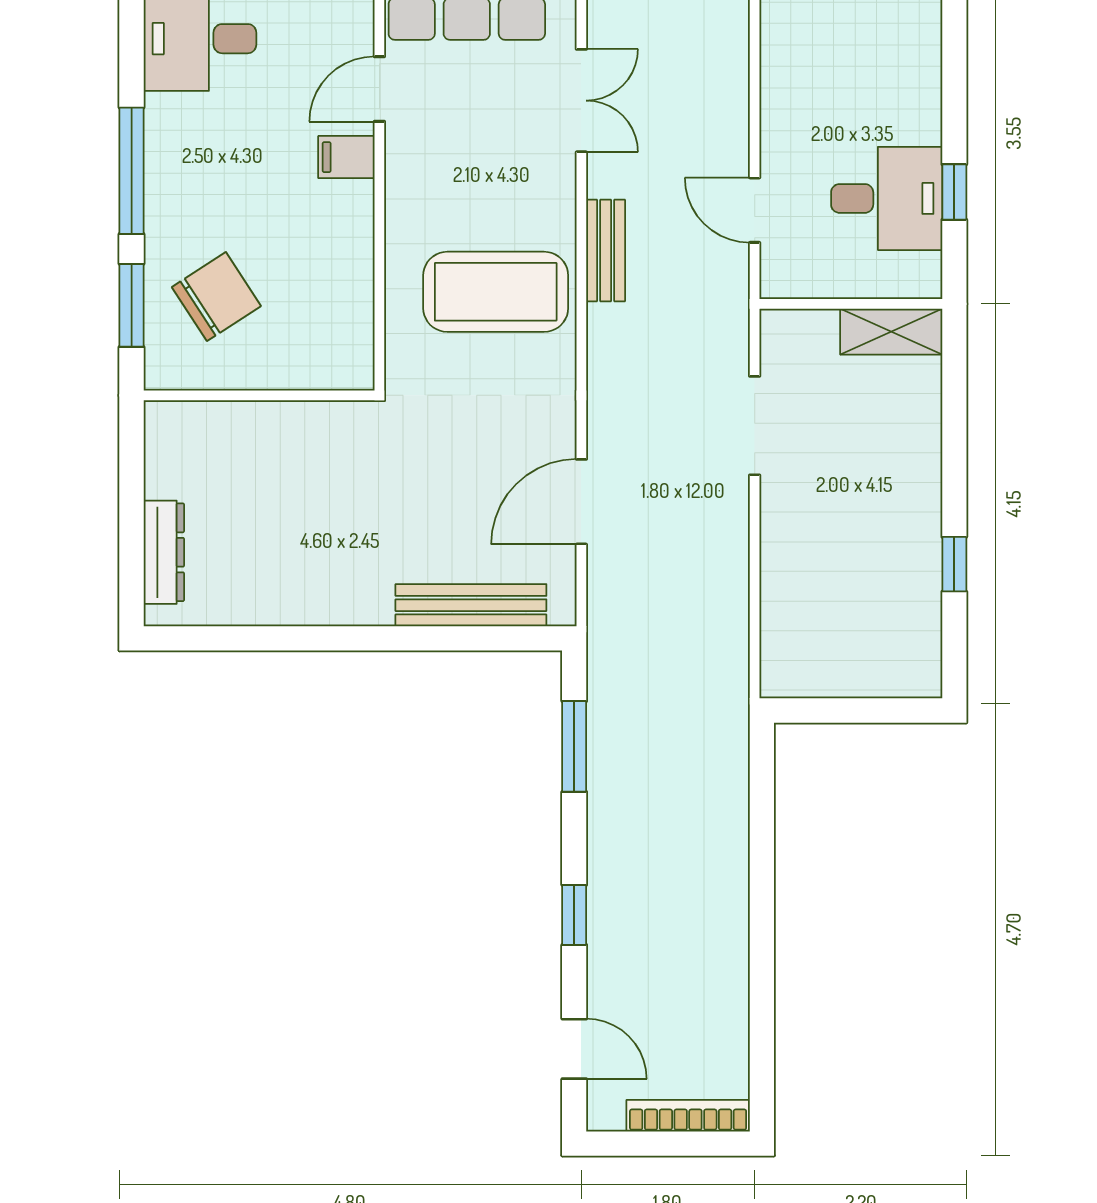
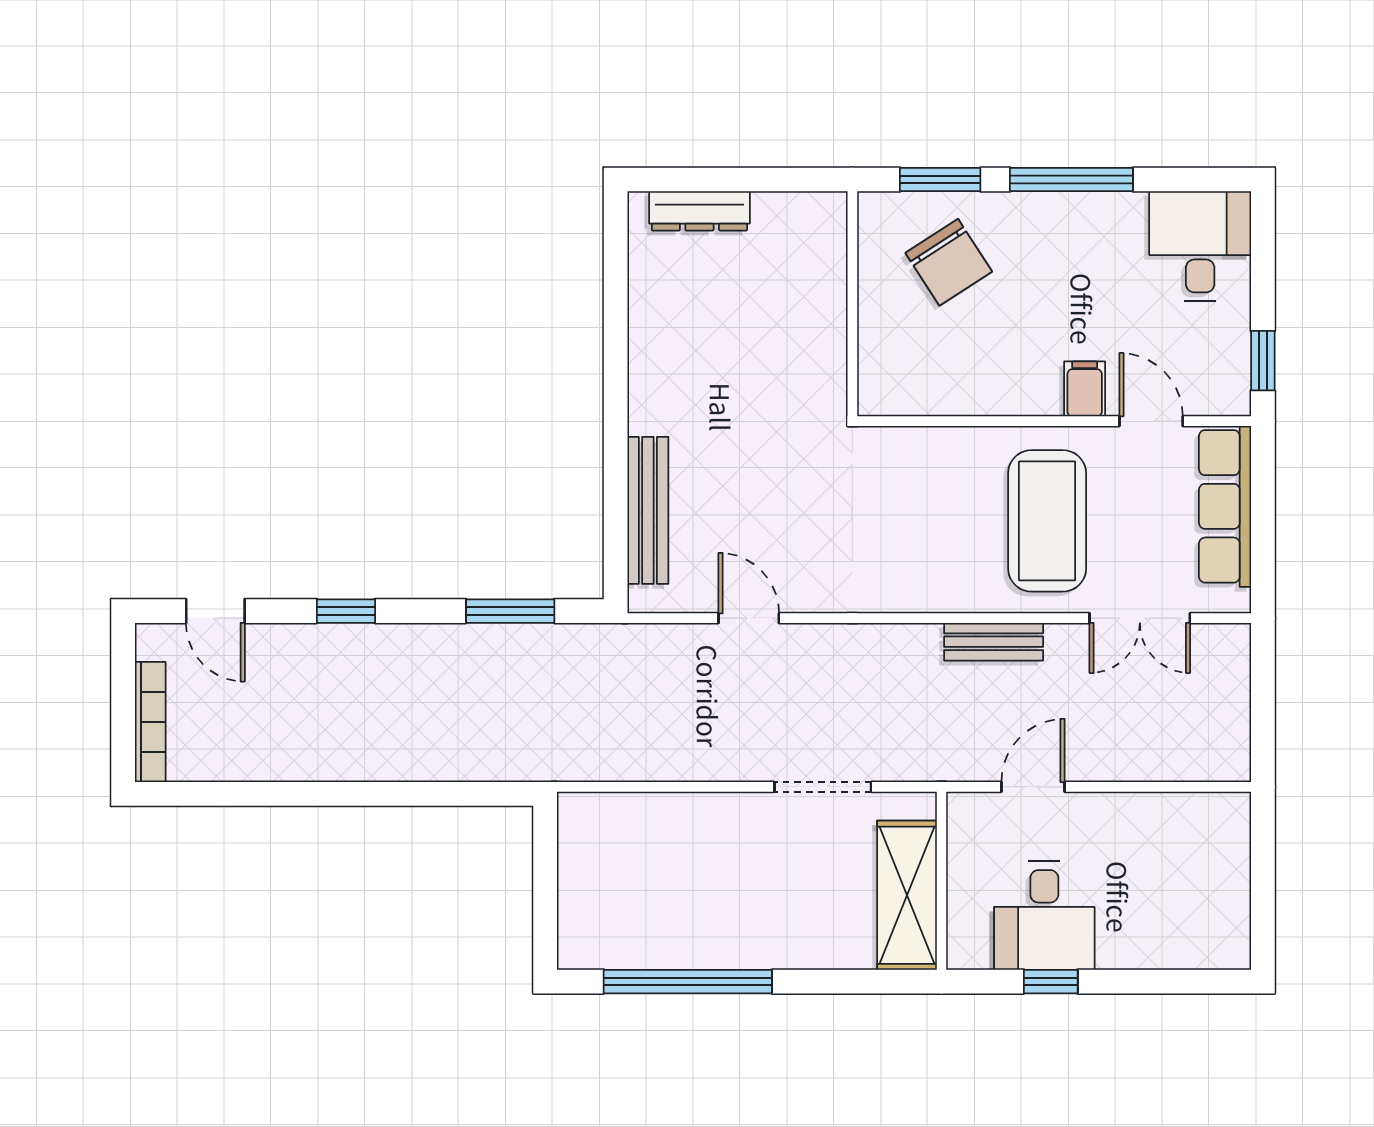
coffee table: (496, 292) -> (1047, 521), moved
shelving: (891, 332) -> (907, 895), width x1.50, depth x1.33
door: (581, 502) -> (749, 618), width x0.73
window: (954, 564) -> (688, 982), width x3.17
door: (574, 1049) -> (215, 611), hinge flipped

